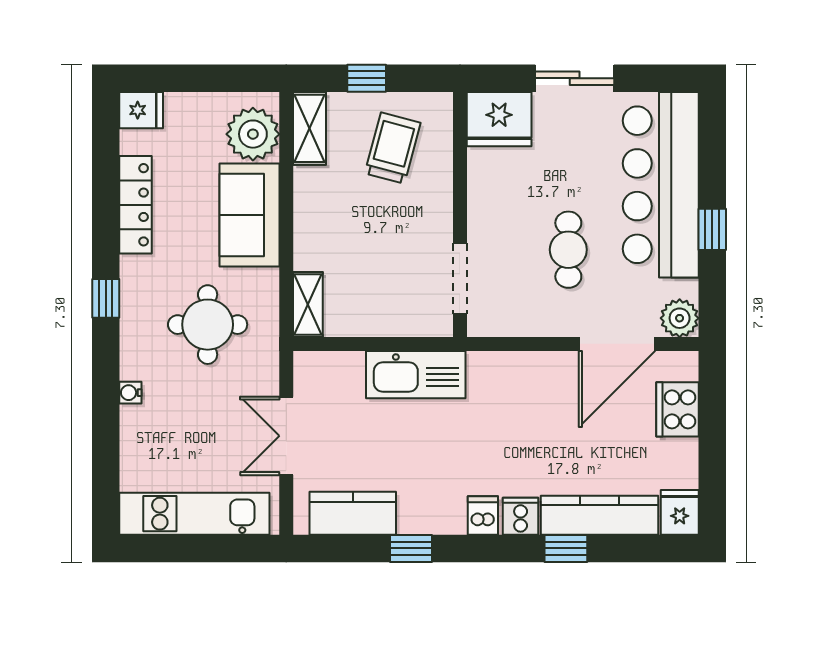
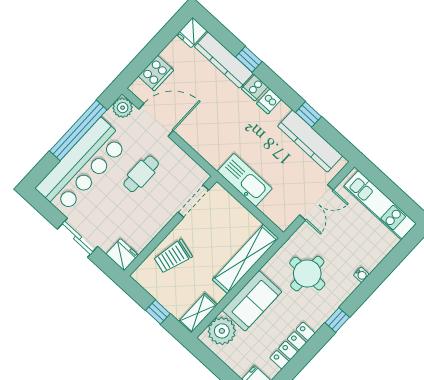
fridge: (499, 119) -> (122, 255), width x0.73, depth x0.75
trolley: (393, 148) -> (173, 256), moved
window: (712, 229) -> (78, 130), width x3.17
shelving: (308, 304) -> (245, 259), width x2.20, depth x1.33
kitchen counter: (353, 513) -> (310, 141), width x1.50

